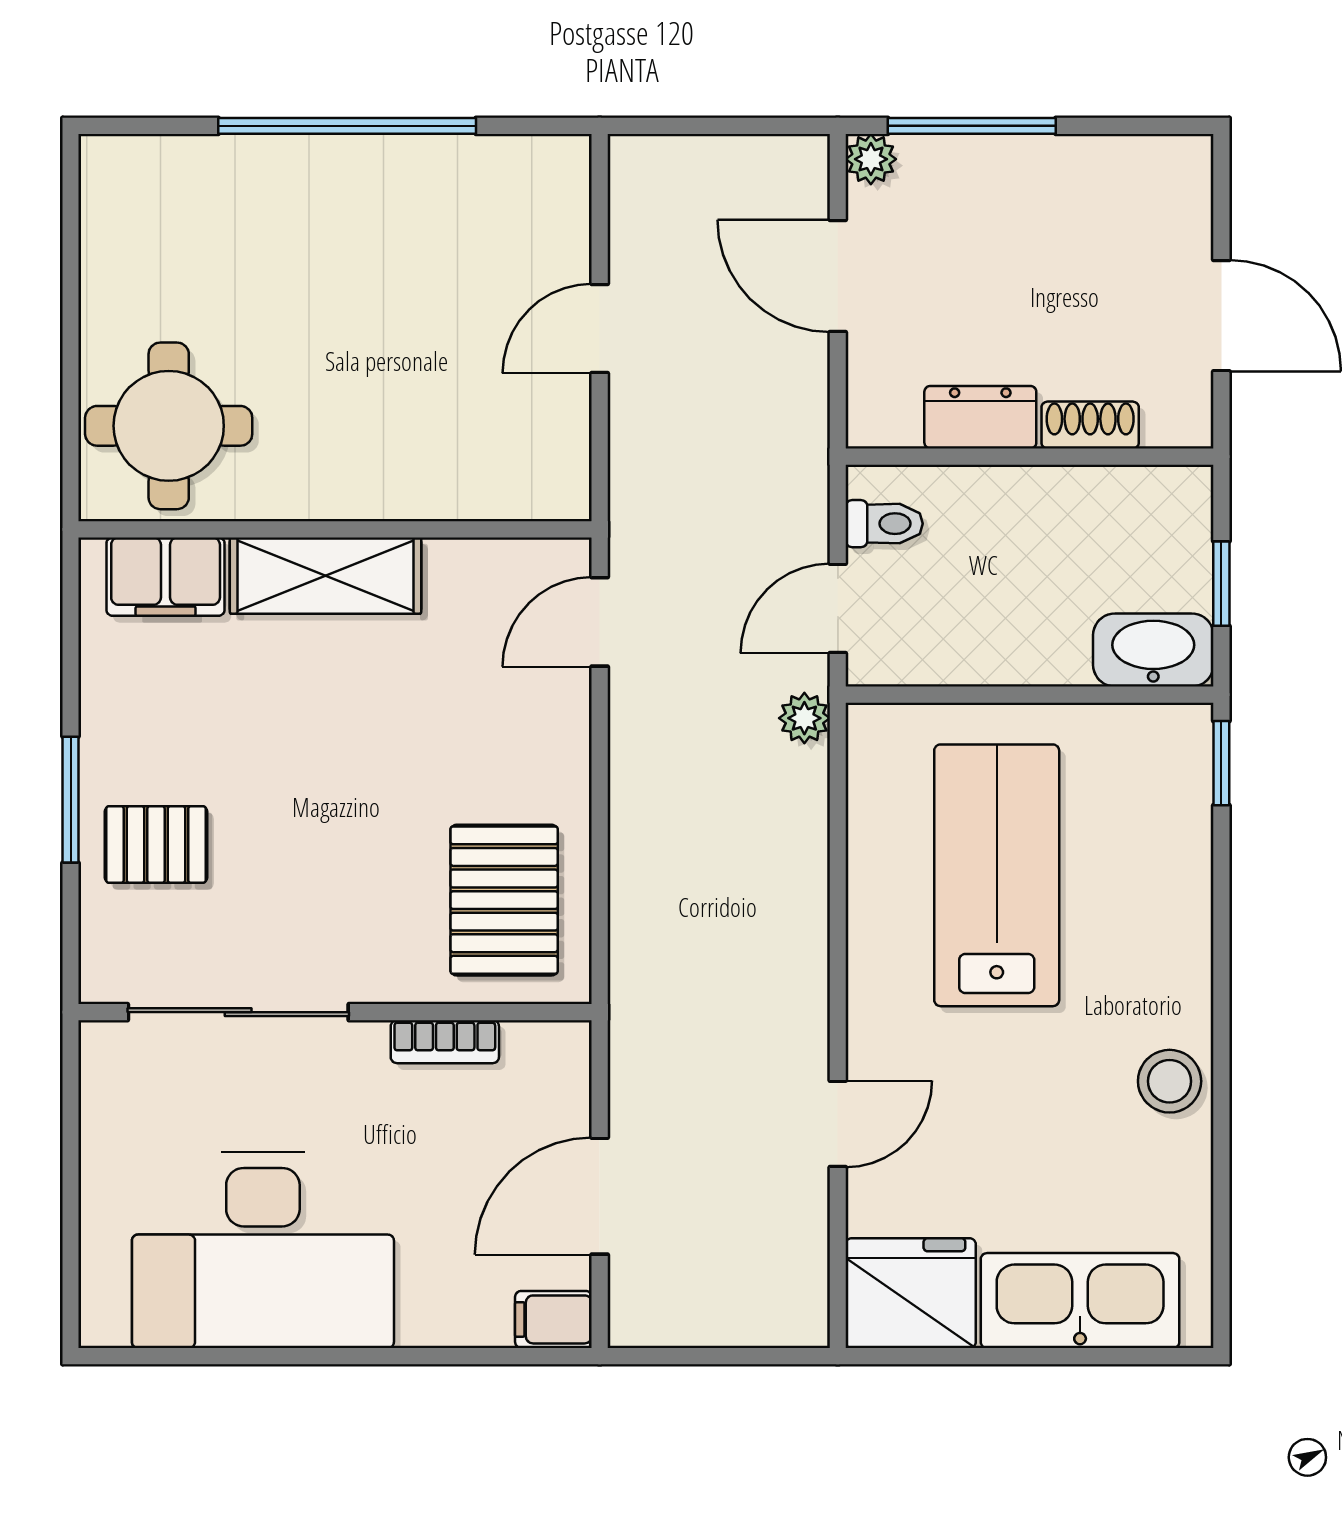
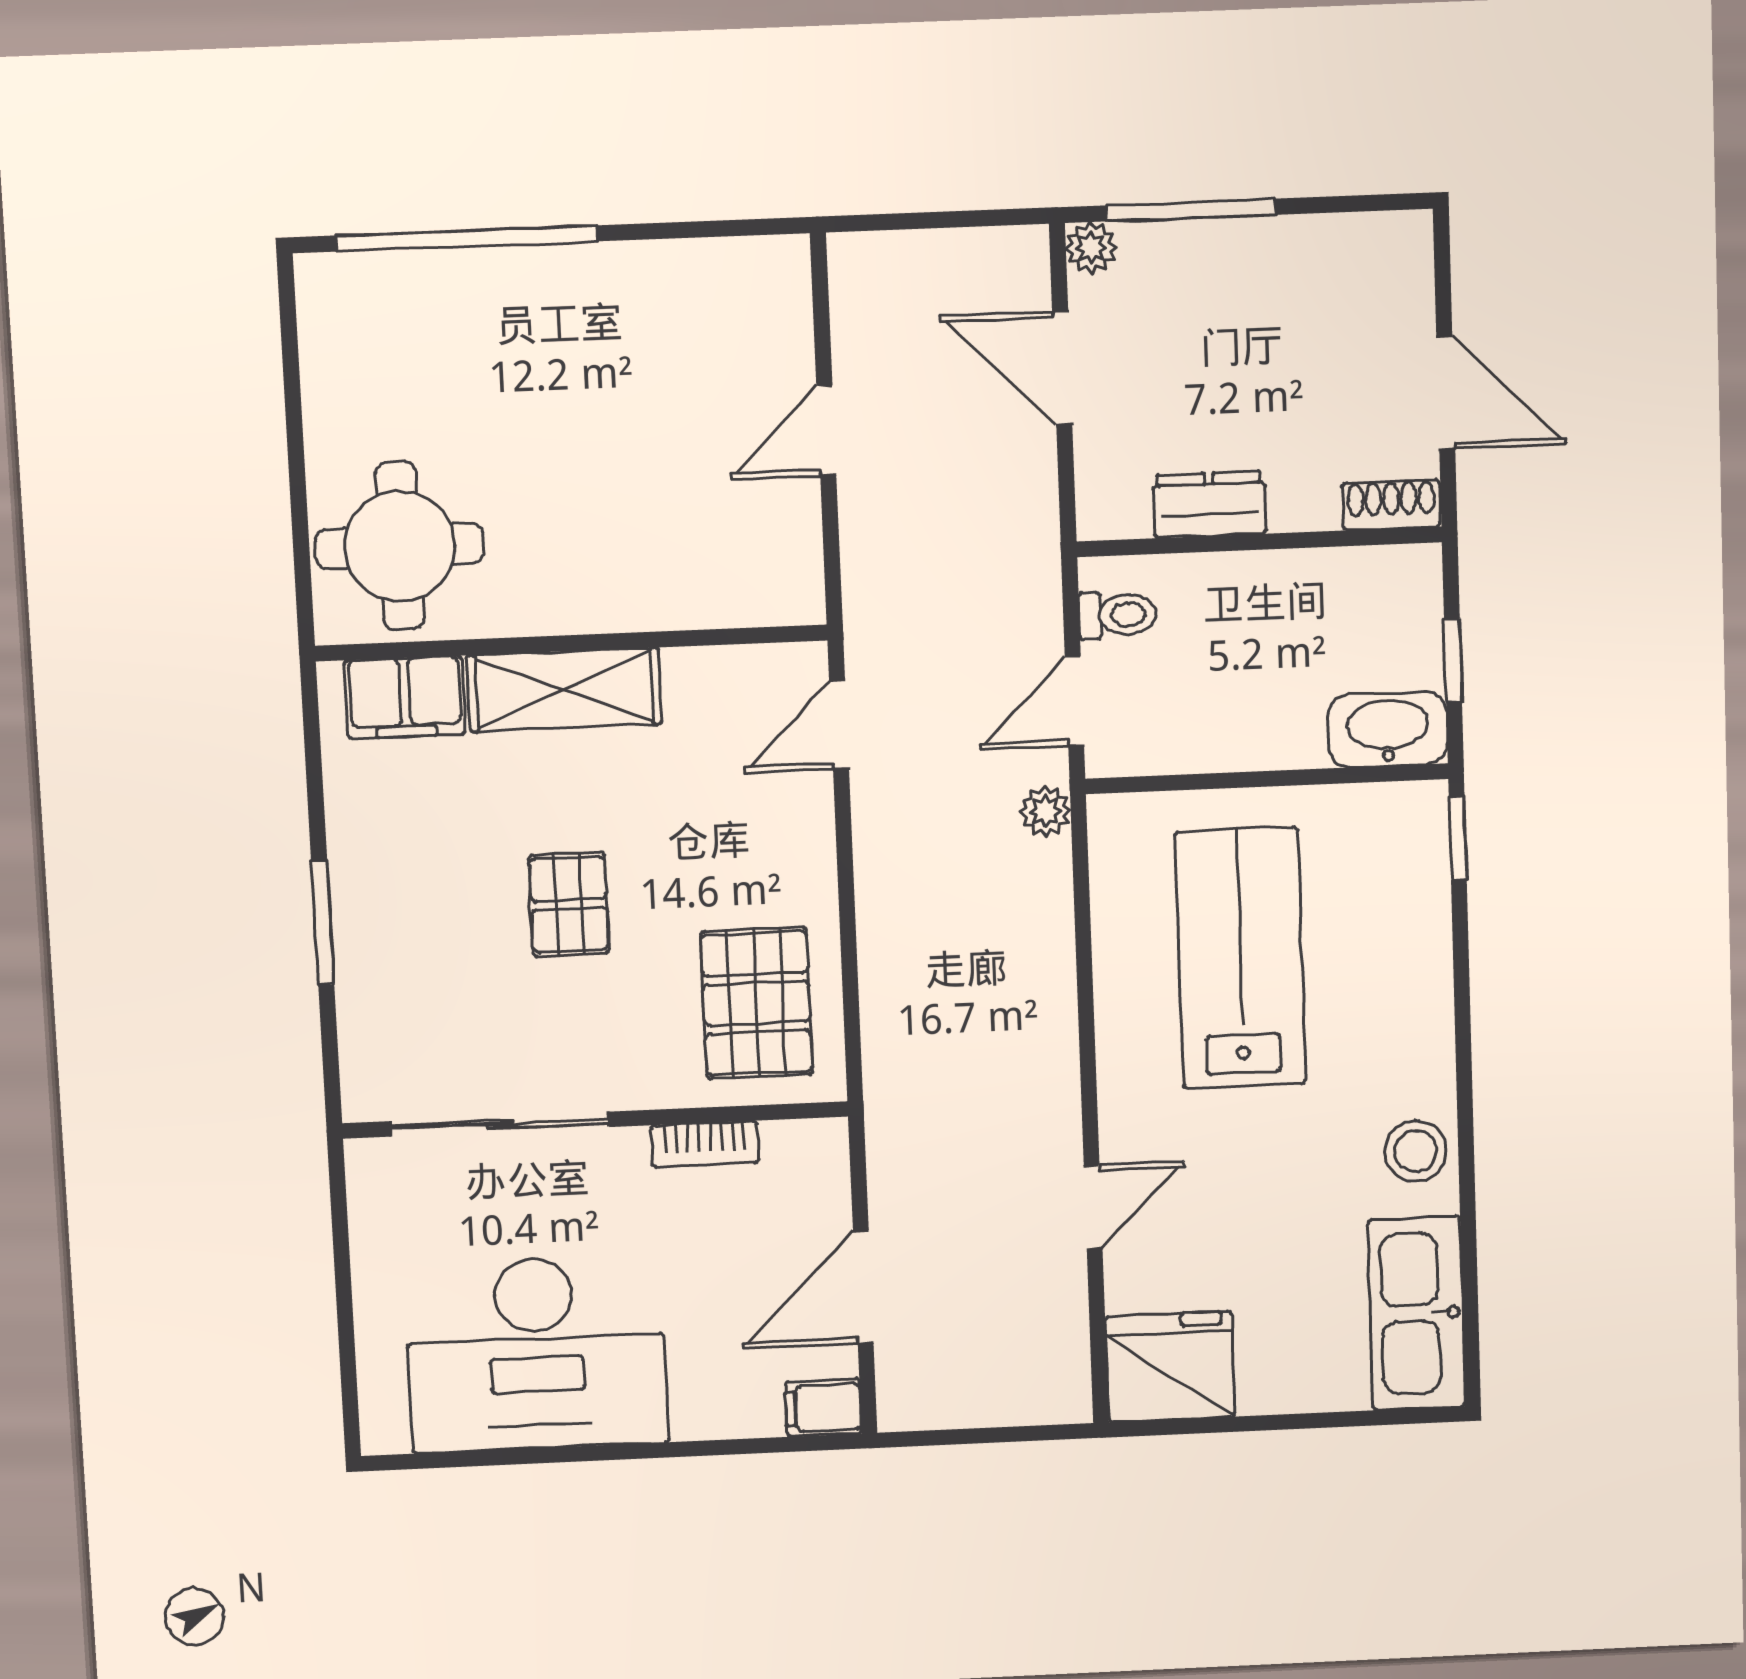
window: (347, 126) -> (466, 238), moved
shoe rack: (1090, 425) -> (1391, 505), moved
pallet: (156, 844) -> (569, 904), moved, turned 90
kitchen sink: (1080, 1301) -> (1417, 1313), moved, turned -90

